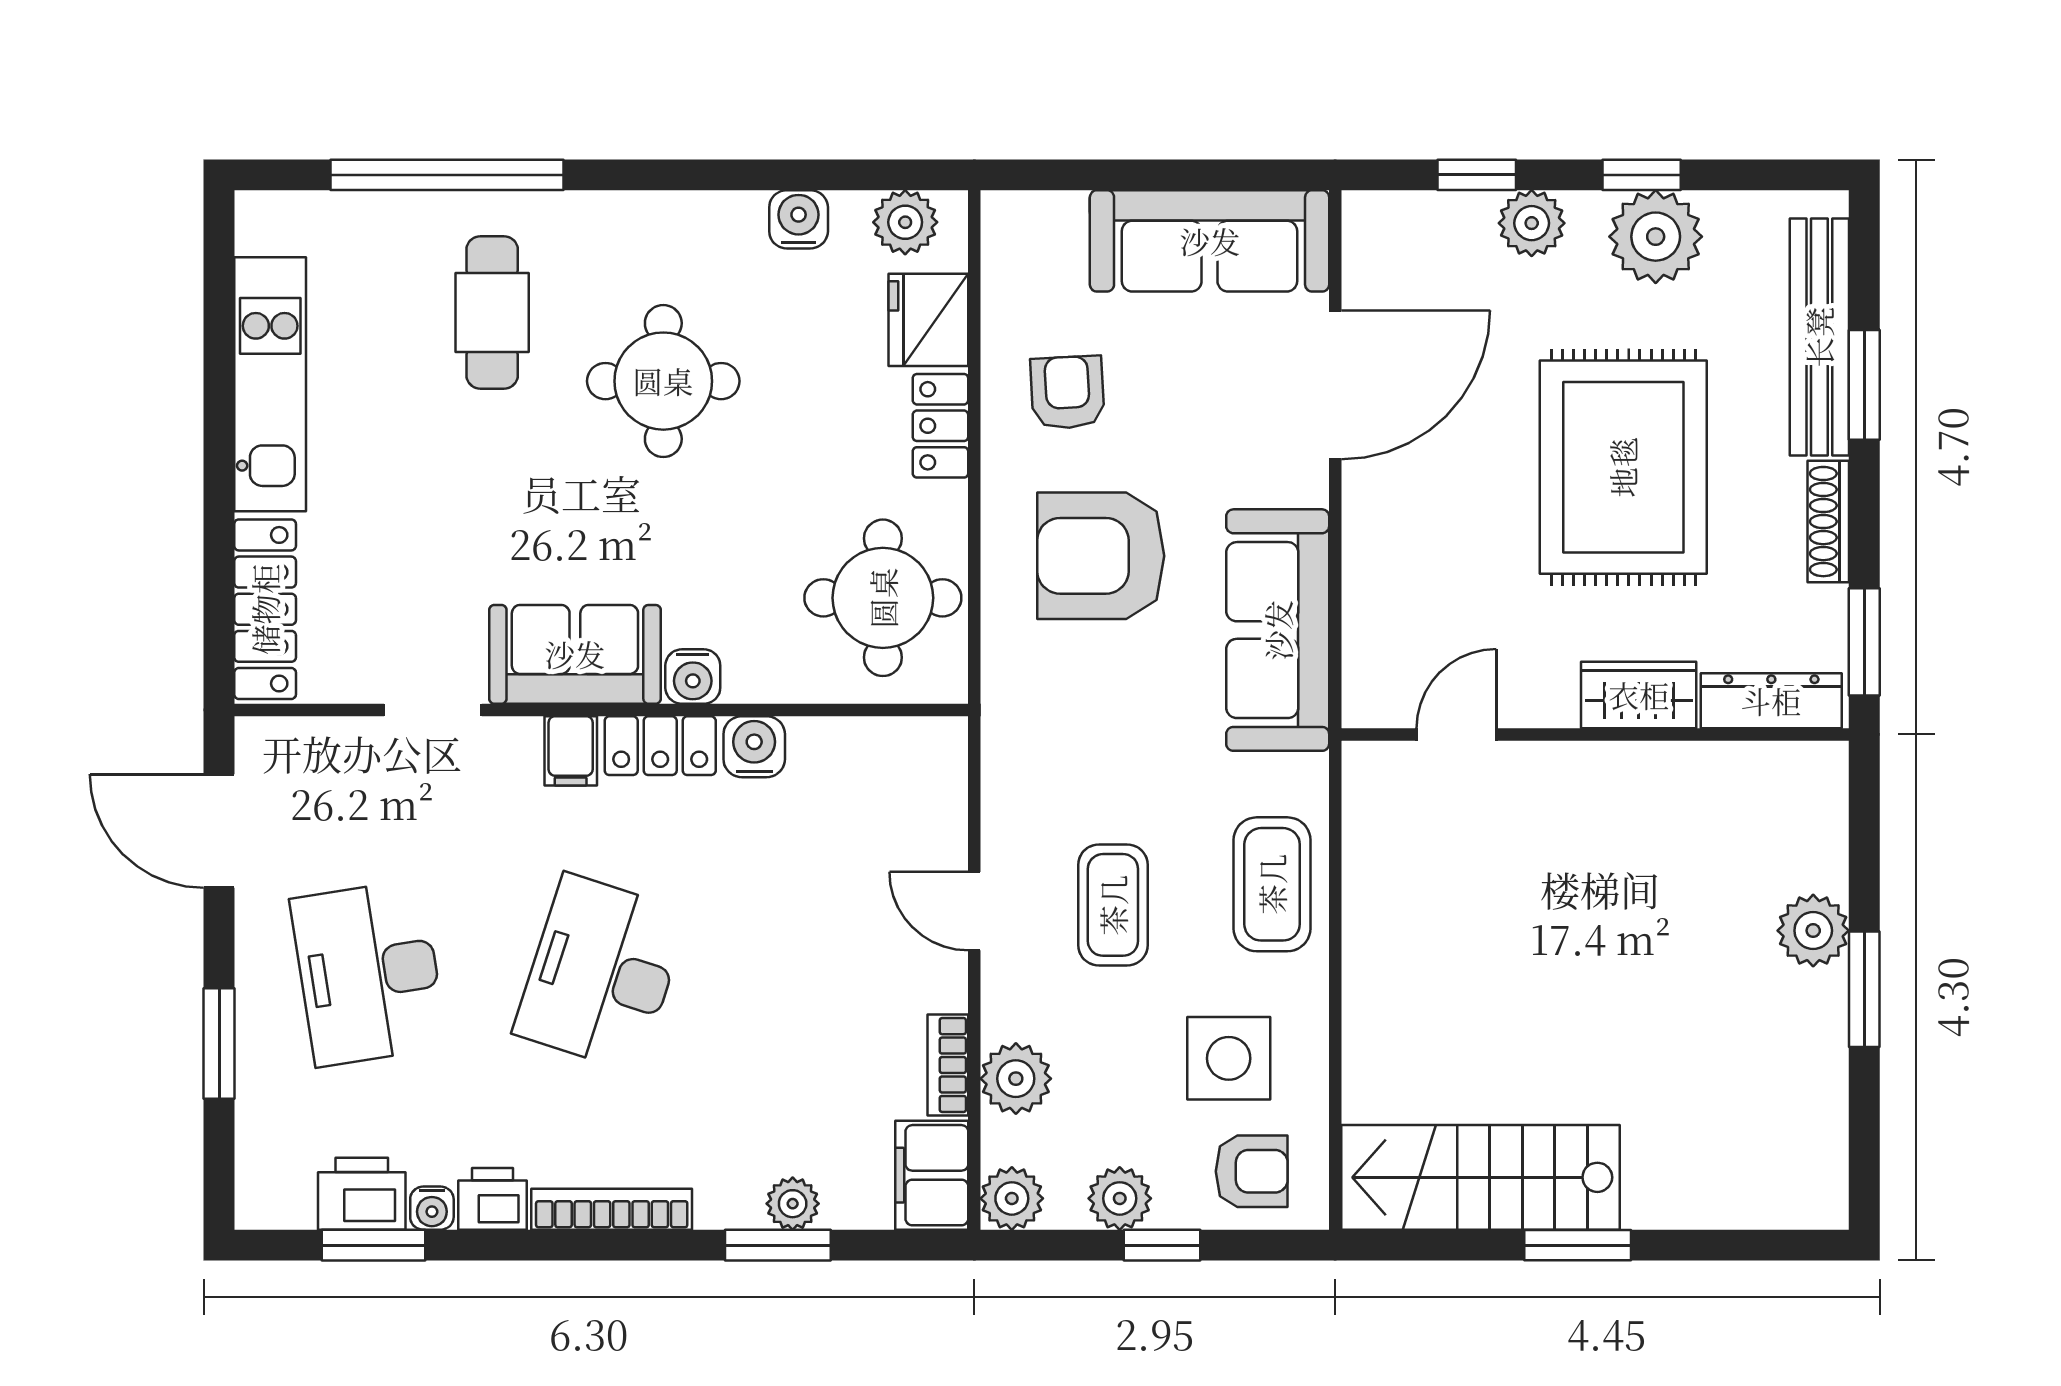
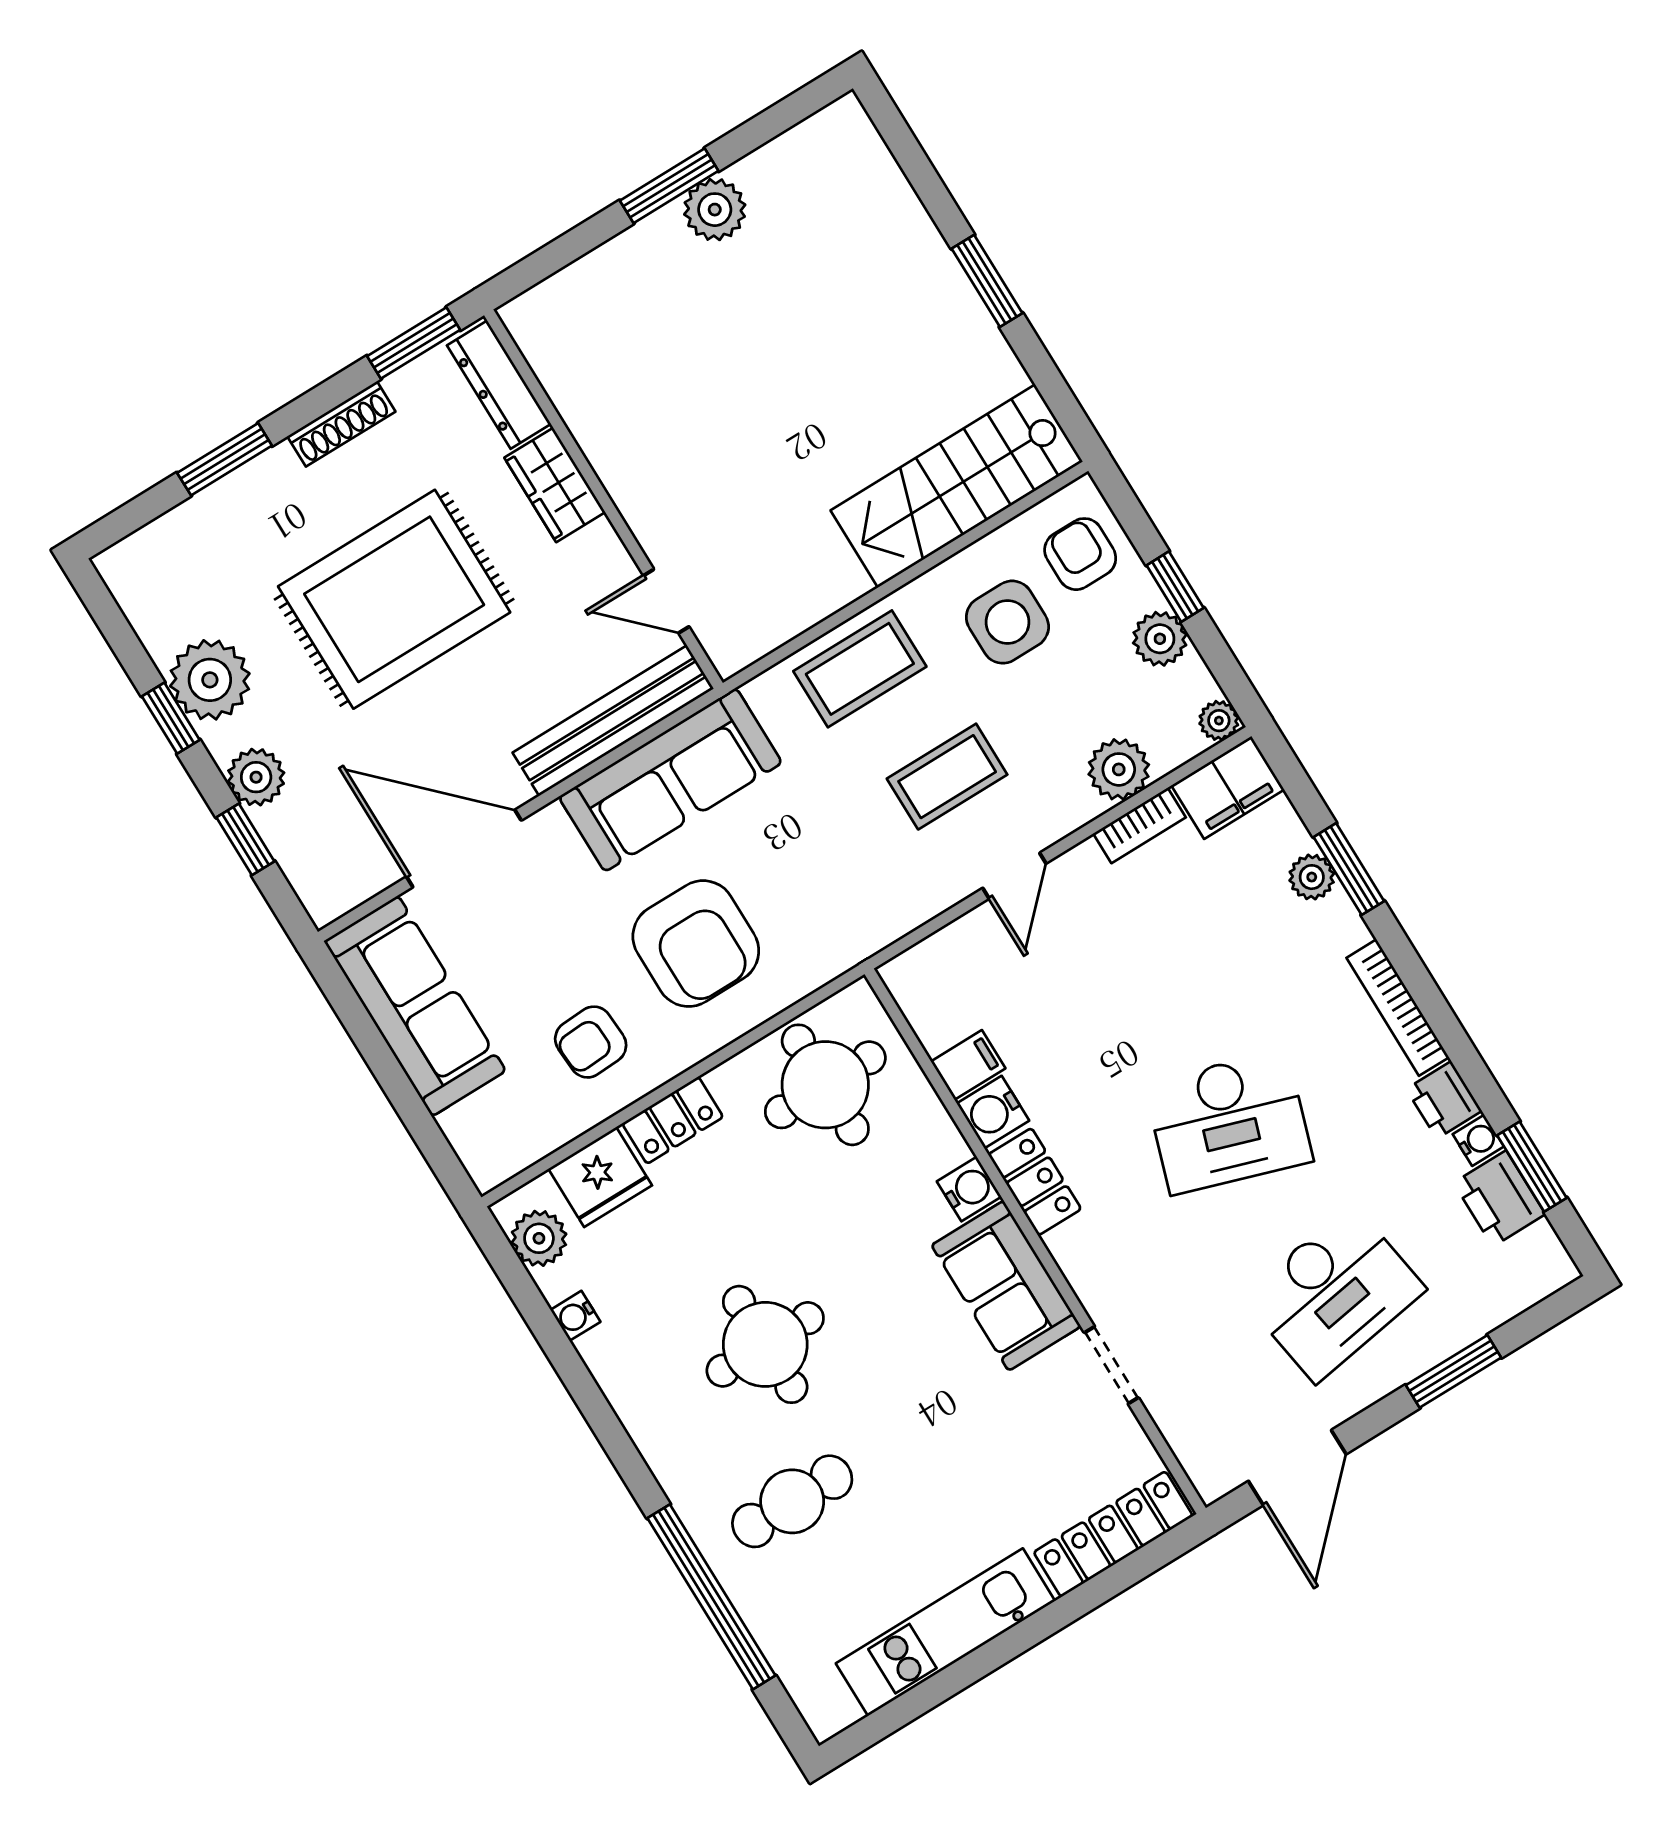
water cooler: (799, 219) -> (575, 1316), width x0.72, depth x0.72
bench: (1819, 337) -> (613, 721), moved
filing cabinet: (571, 751) -> (968, 1065), moved
plant: (1813, 931) -> (715, 210), moved
stairs: (1480, 1177) -> (957, 486), moved, turned 90
plant: (1012, 1198) -> (1219, 721), width x0.73, depth x0.73

